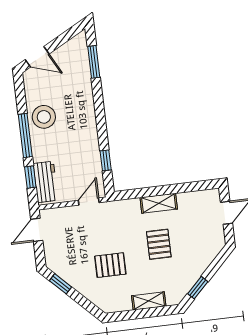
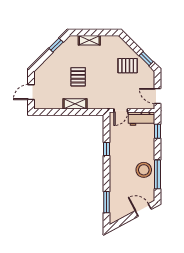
window: (25, 135) -> (157, 174), moved
window: (106, 160) -> (106, 149), moved
workbench: (46, 182) -> (141, 119), moved, turned -90
door: (37, 230) -> (157, 96), swing flipped
pallet: (110, 265) -> (128, 66), moved

